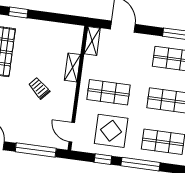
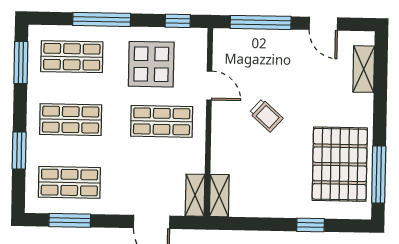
shelving: (72, 67) -> (219, 196), moved
door: (72, 132) -> (209, 86), moved
window: (103, 159) -> (178, 21), moved

